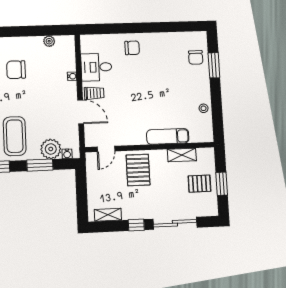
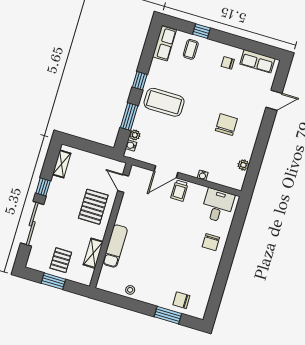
desk: (96, 67) -> (218, 206), moved
plant: (51, 149) -> (135, 135), width x0.53, depth x0.53
pallet: (138, 170) -> (93, 207), turned 90

